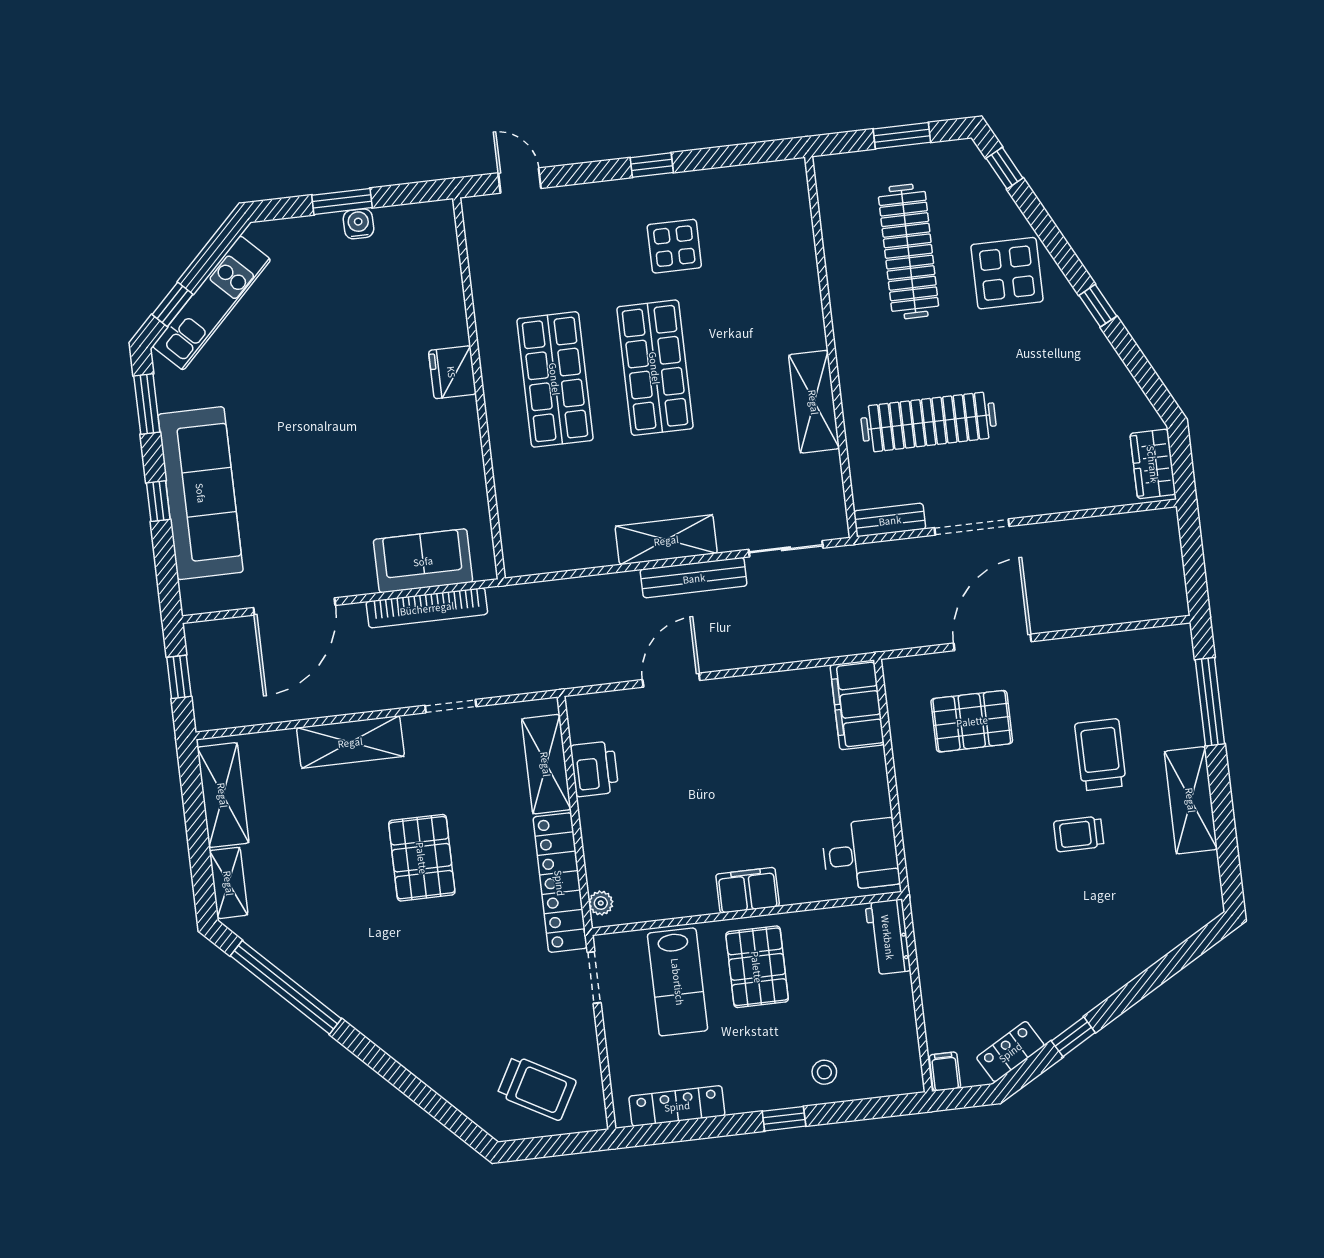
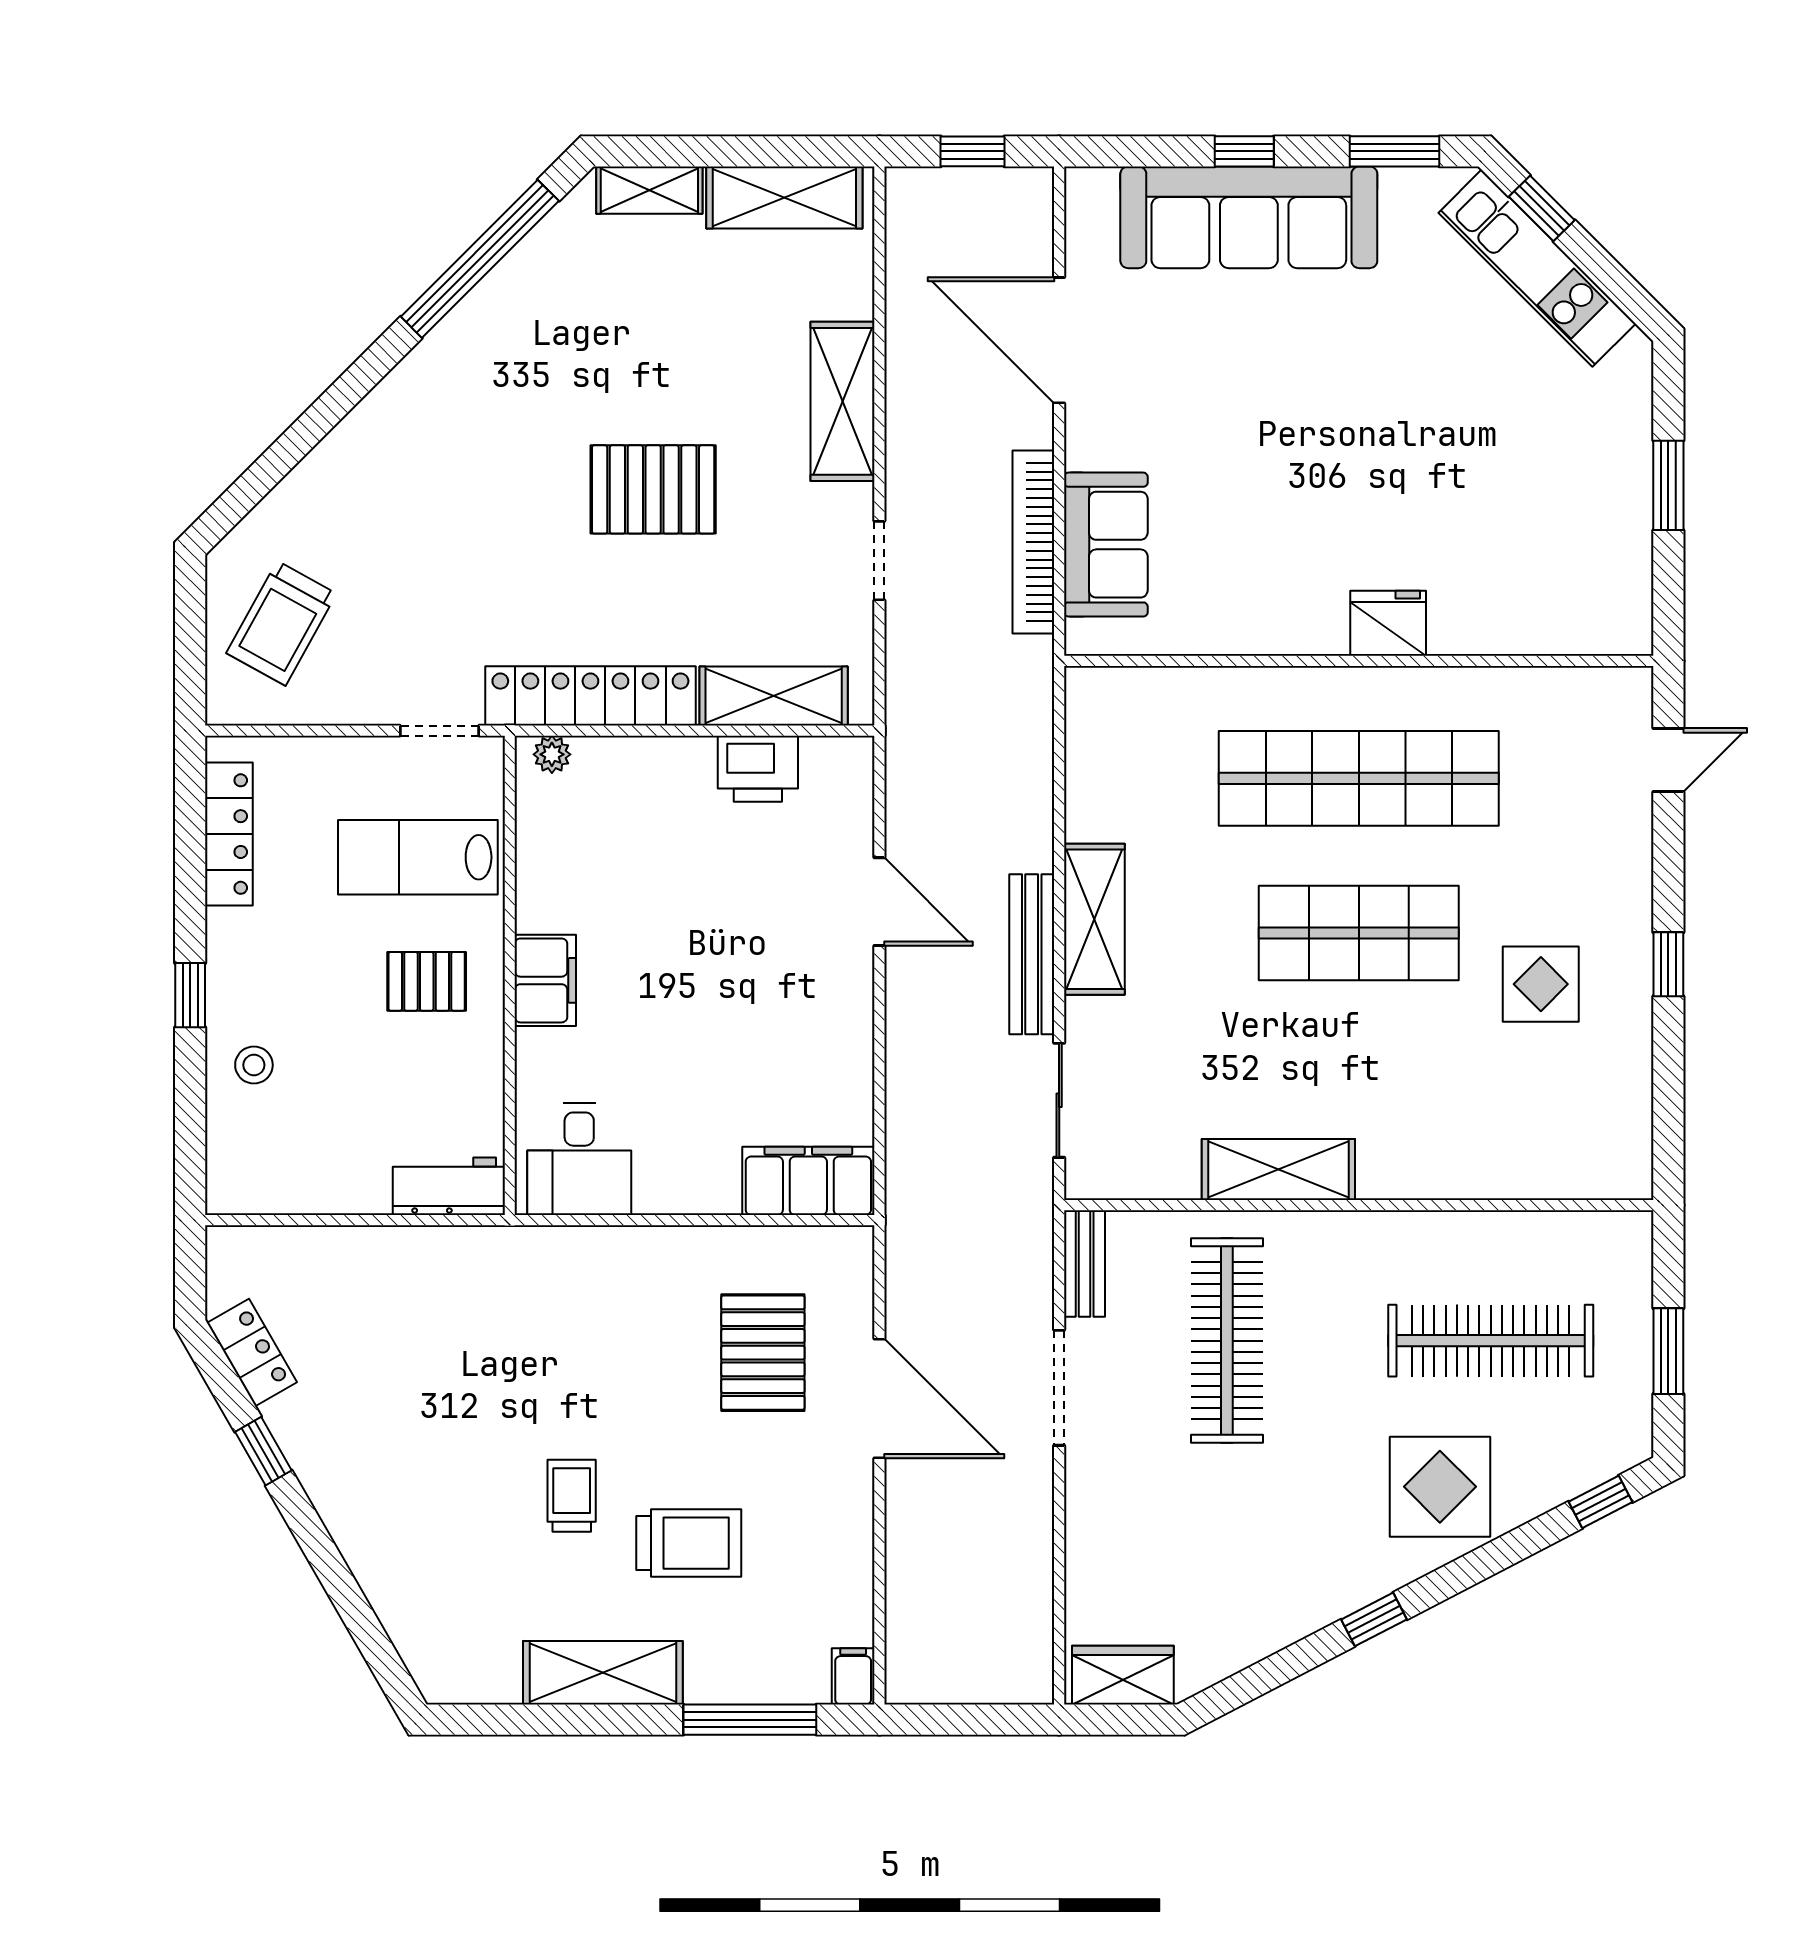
water cooler: (358, 224) -> (1631, 506), removed
shop shelf: (555, 379) -> (1359, 778), width x1.40
pallet: (757, 967) -> (427, 981), width x0.67, depth x0.71
filing cabinet: (945, 1071) -> (853, 1676), moved, turned -90

